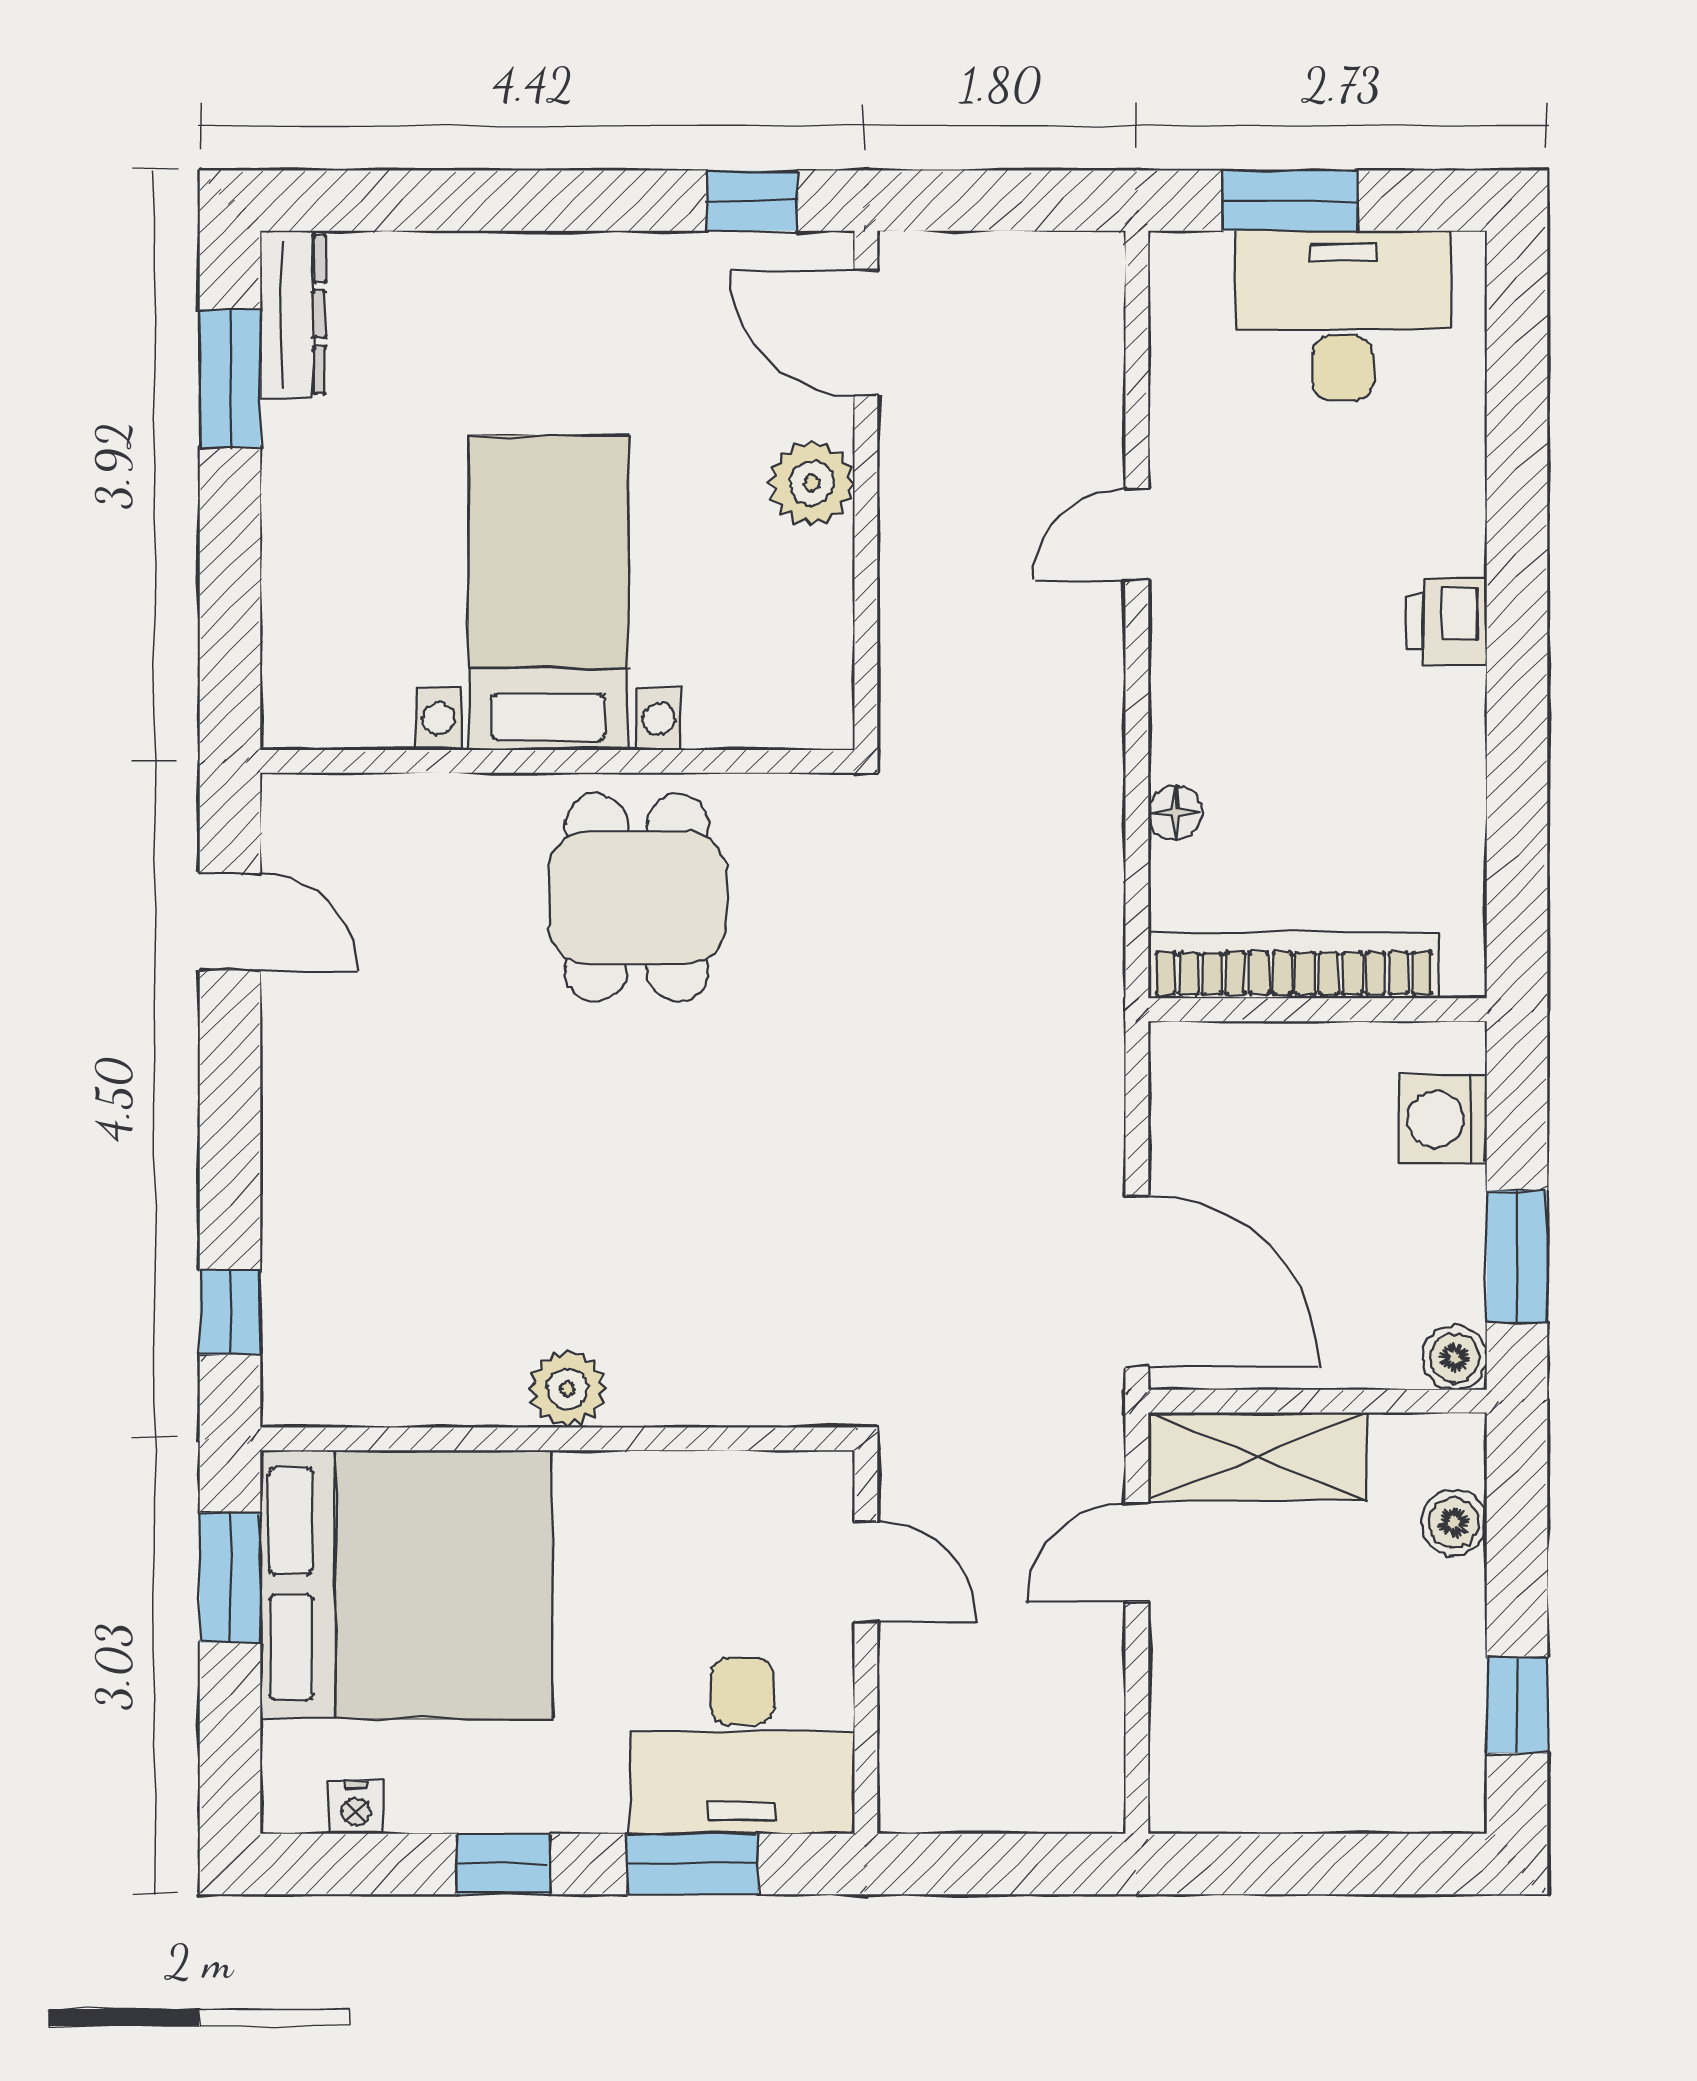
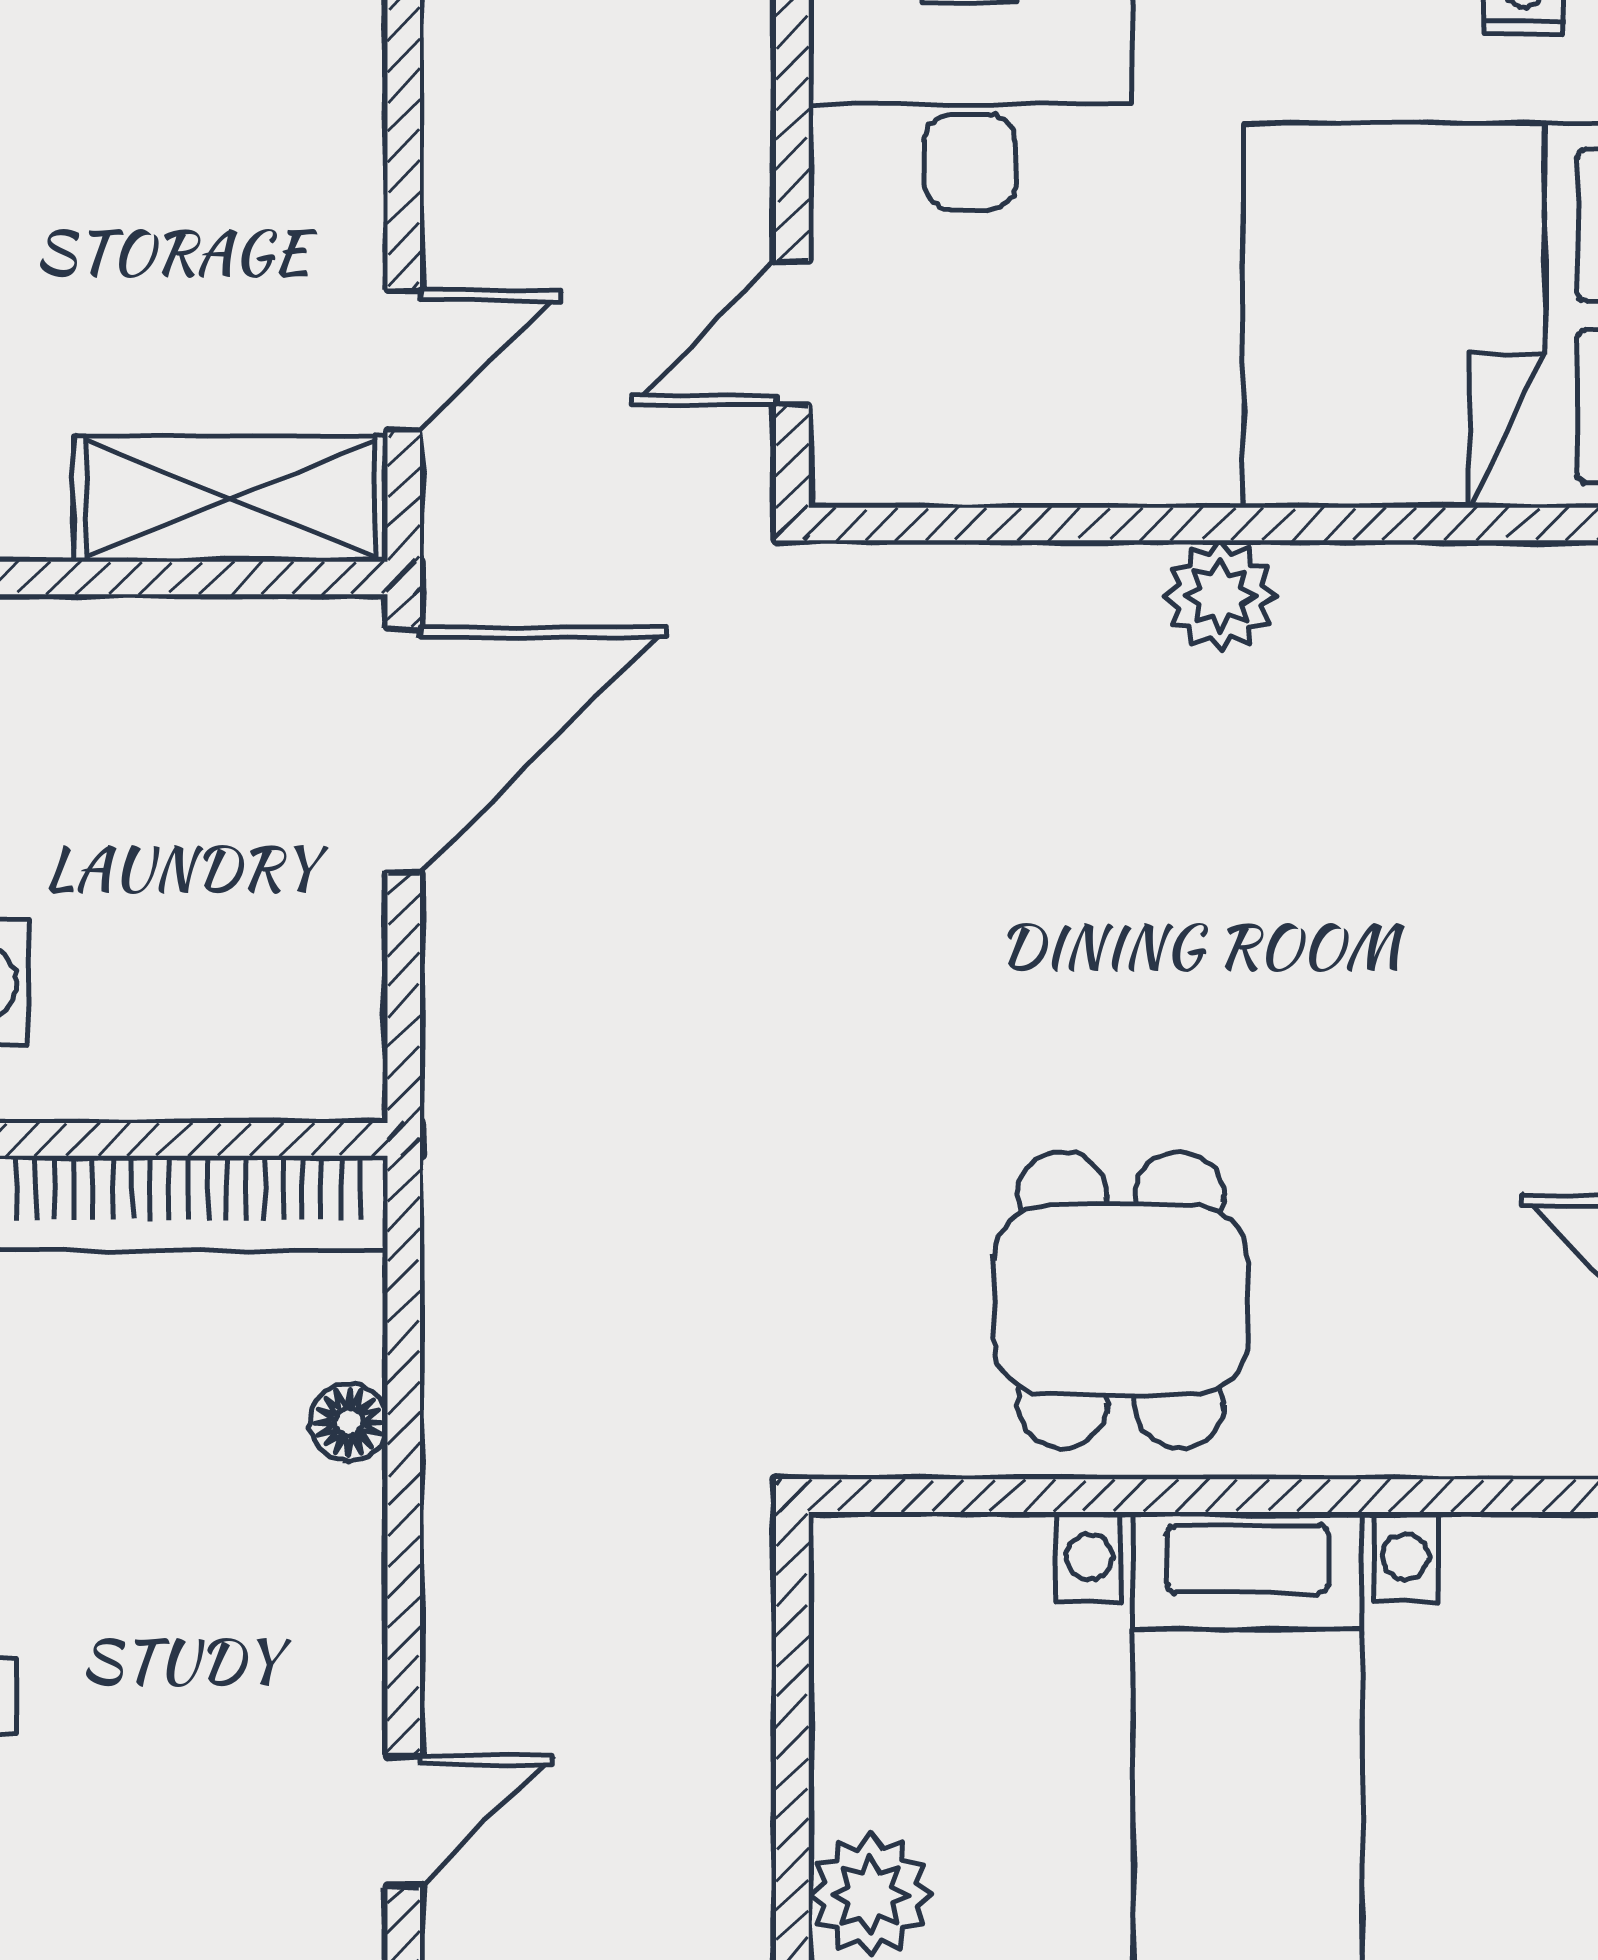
door: (1137, 1281) -> (404, 750), swing flipped
door: (866, 1572) -> (792, 333), hinge flipped

